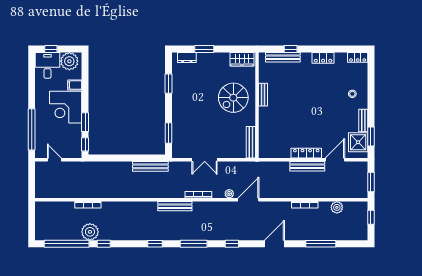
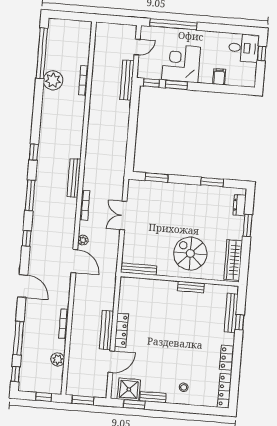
locker: (358, 57) -> (224, 391), width x1.53
wardrobe: (242, 59) -> (233, 260), width x1.50
plant: (69, 61) -> (246, 73), removed
corner desk: (66, 107) -> (181, 63), moved
door: (335, 160) -> (111, 362), hinge flipped
bench: (150, 166) -> (127, 80), moved
window: (104, 244) -> (15, 374), moved

